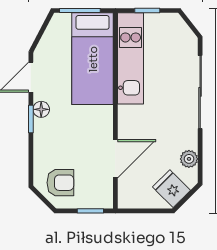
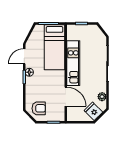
kitchen unit: (131, 58) -> (73, 63), moved
door: (115, 159) -> (66, 97), hinge flipped

